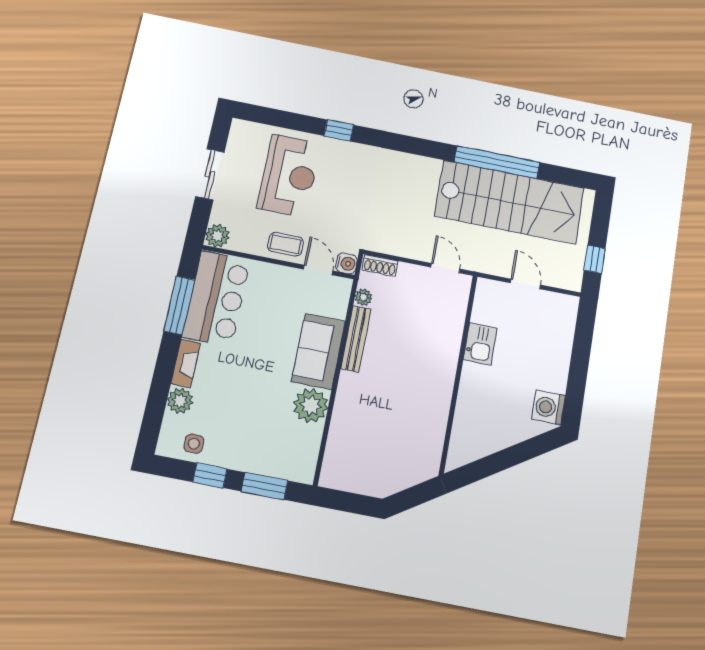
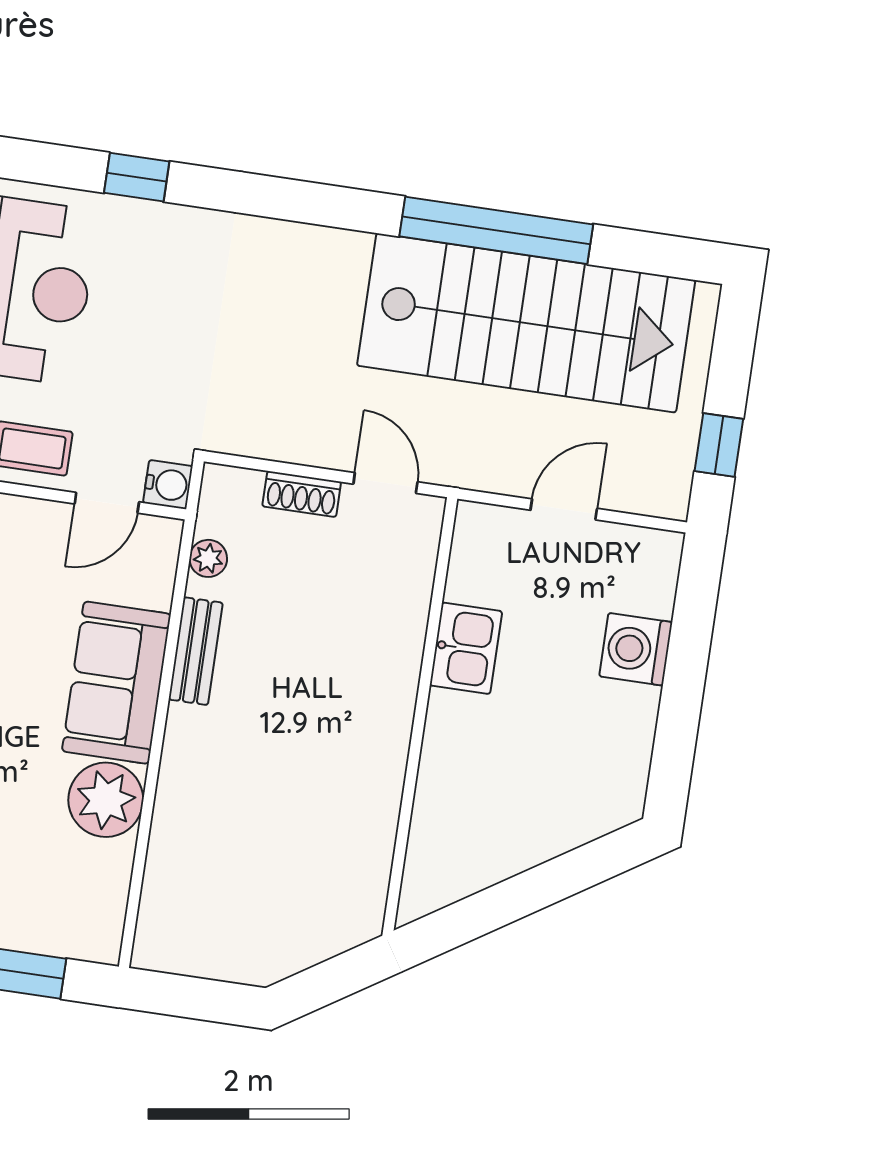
shoe rack: (380, 265) -> (302, 494), moved
door: (318, 270) -> (107, 503), swing flipped
door: (525, 284) -> (564, 509), hinge flipped
bench: (356, 339) -> (196, 651), width x0.73
washing machine: (548, 407) -> (636, 649), moved

